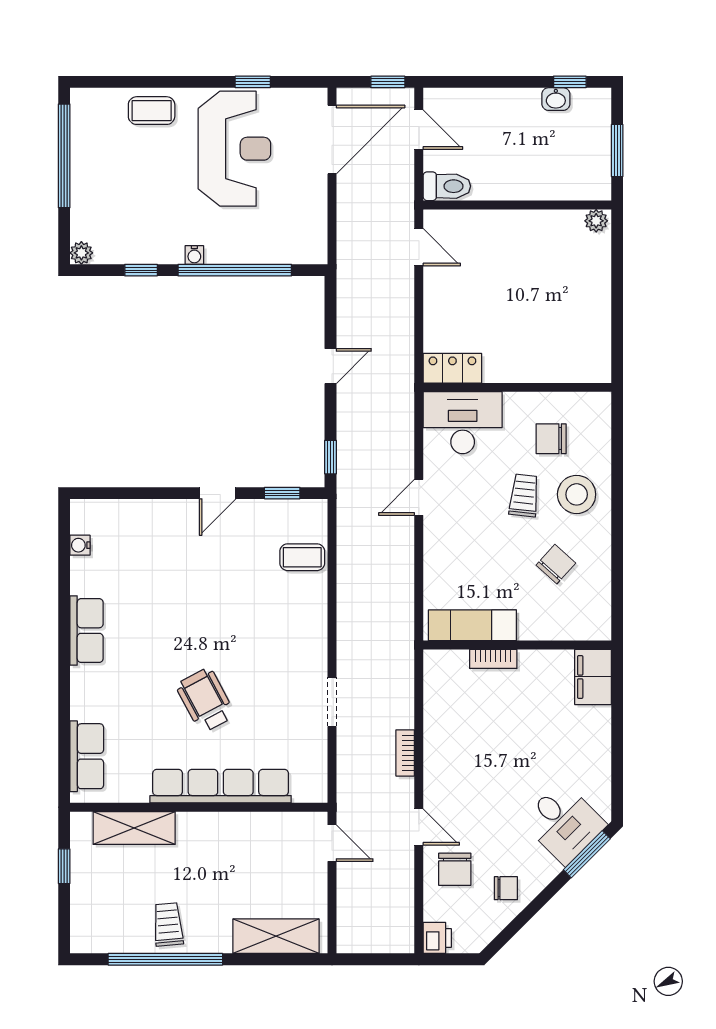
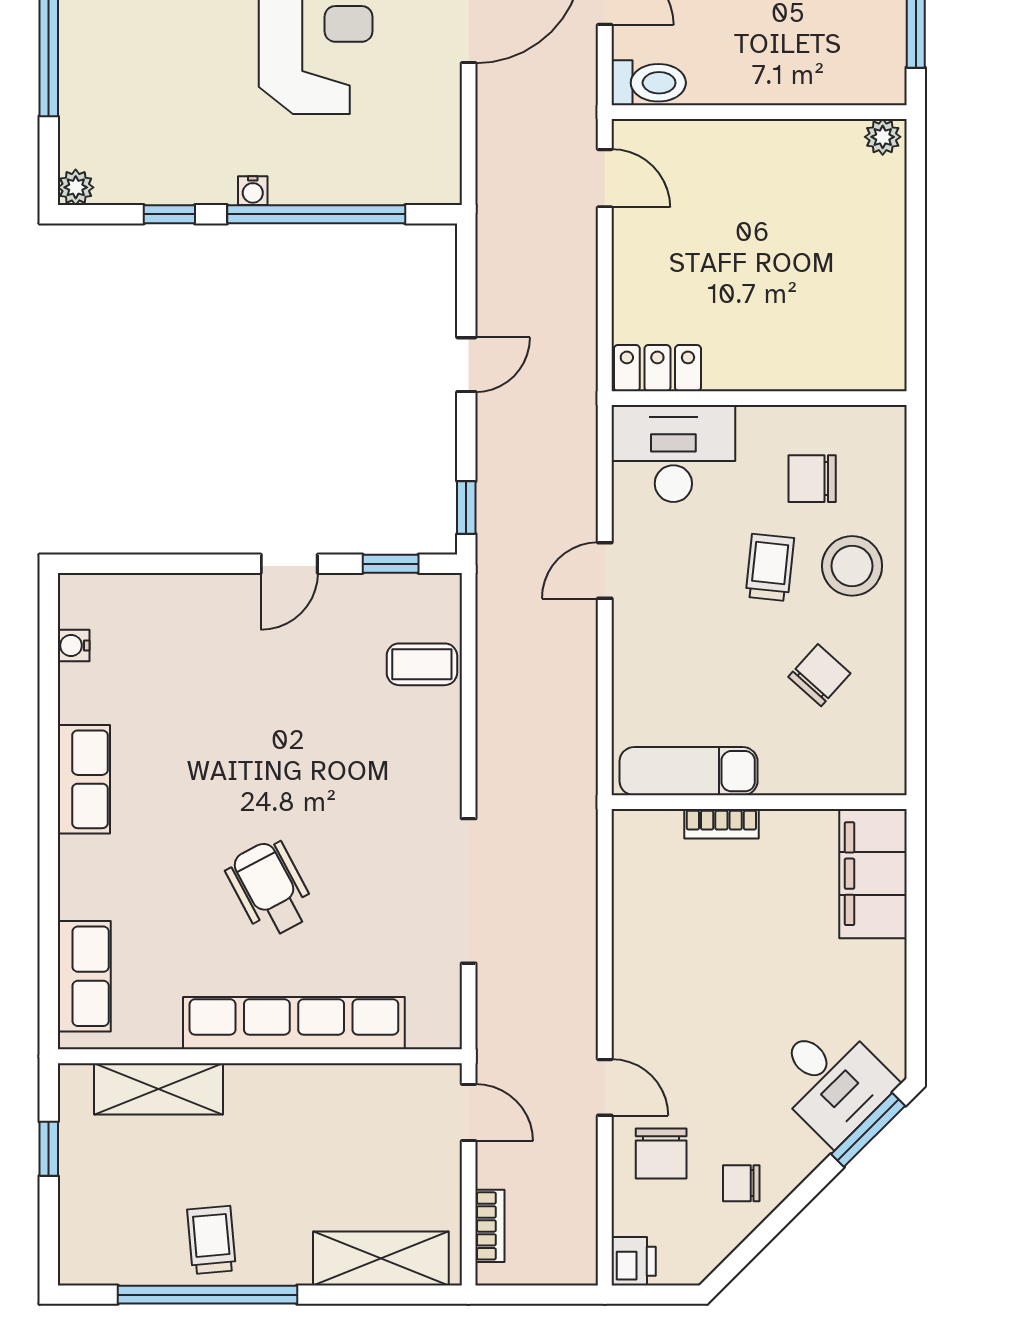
filing cabinet: (593, 677) -> (873, 874), width x1.50, depth x1.17
doorway: (332, 702) -> (469, 891), width x1.88
bookcase: (405, 753) -> (490, 1226), moved, turned 180
chair: (506, 888) -> (741, 1183), turned 180

